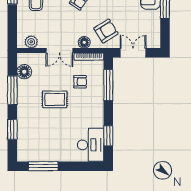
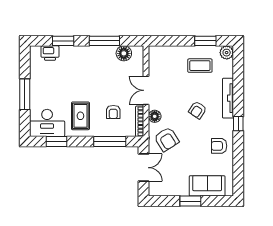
plant: (31, 42) -> (155, 61), removed
rug: (55, 99) -> (80, 116), moved
printer: (24, 142) -> (50, 53), added
window: (43, 166) -> (25, 94), moved

